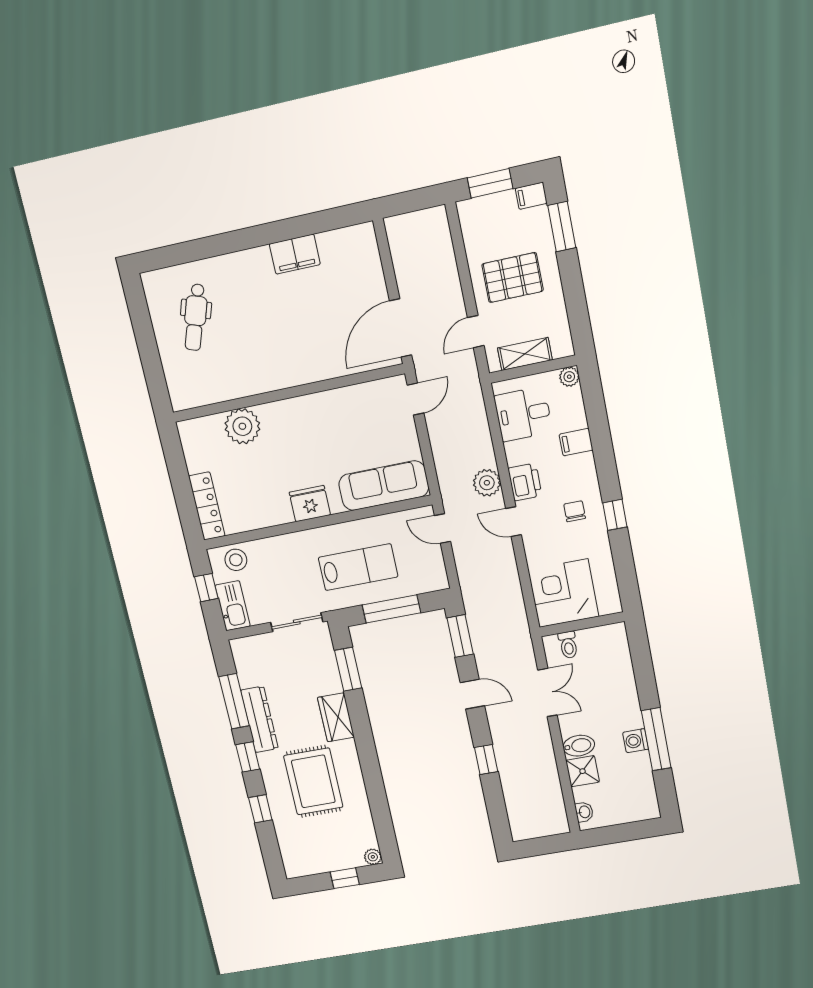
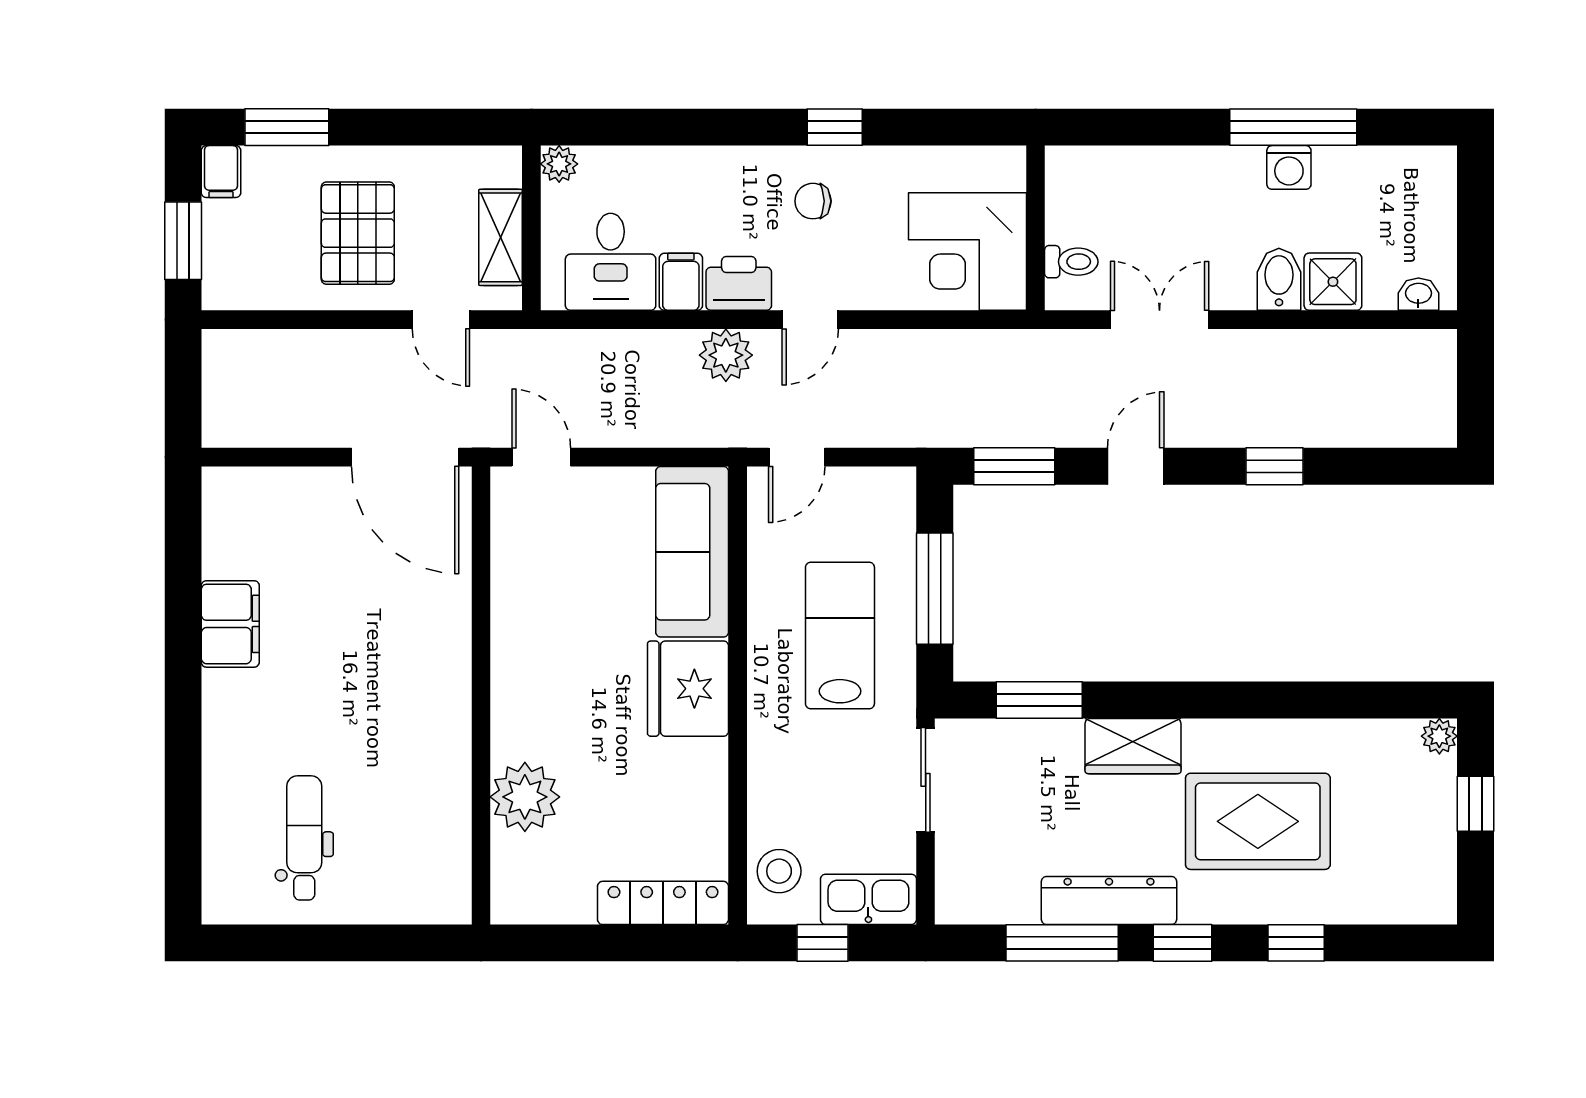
dental chair: (195, 317) -> (304, 838), turned -109
filing cabinet: (576, 442) -> (681, 282), moved, turned 180
fridge: (310, 504) -> (688, 689), width x1.36, depth x1.34

